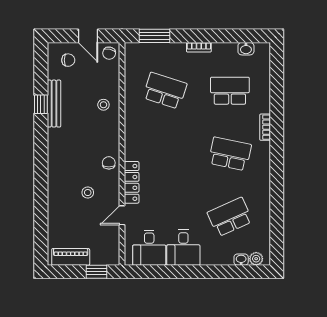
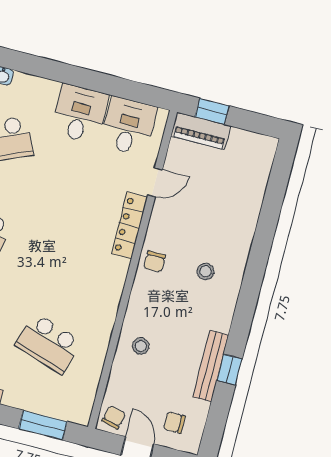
stool: (88, 193) -> (205, 271), moved
piano: (71, 257) -> (201, 131), moved

